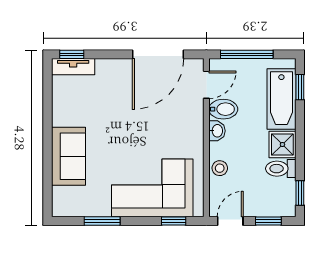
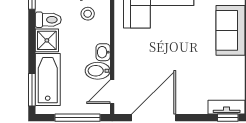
window: (300, 87) -> (32, 90), width x1.50
stool: (220, 168) -> (88, 14), moved

